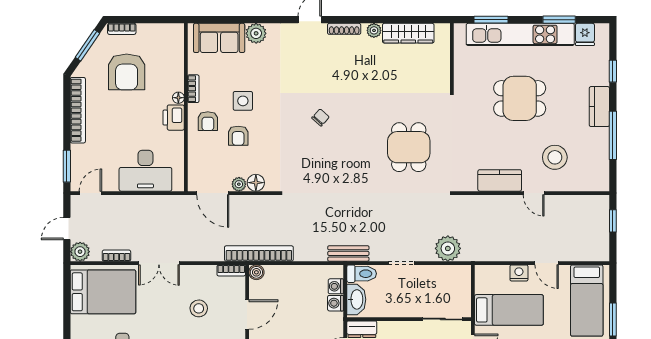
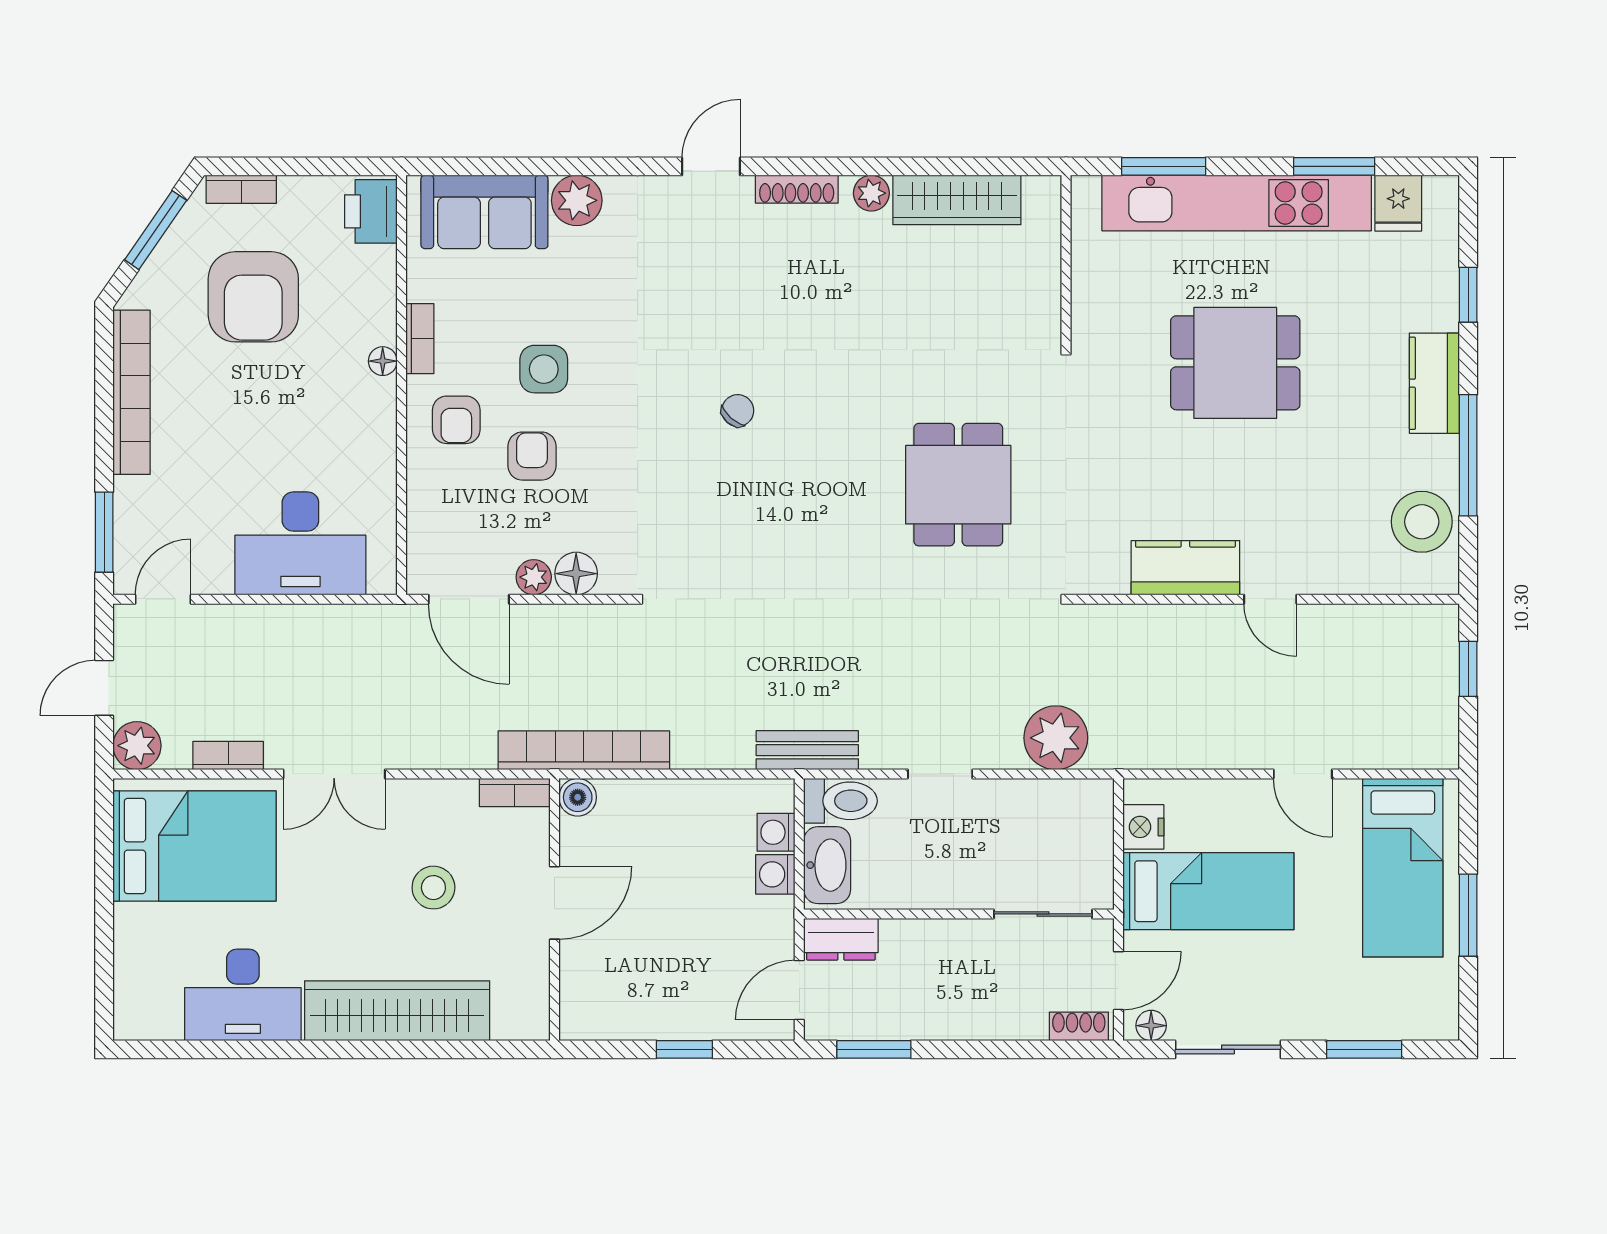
printer: (174, 118) -> (371, 211), moved
armchair: (238, 136) -> (532, 456), turned 180
stool: (555, 157) -> (1422, 522), moved
nightstand: (519, 273) -> (1143, 827), moved, turned -90

